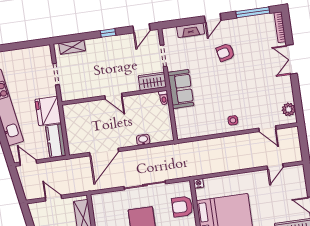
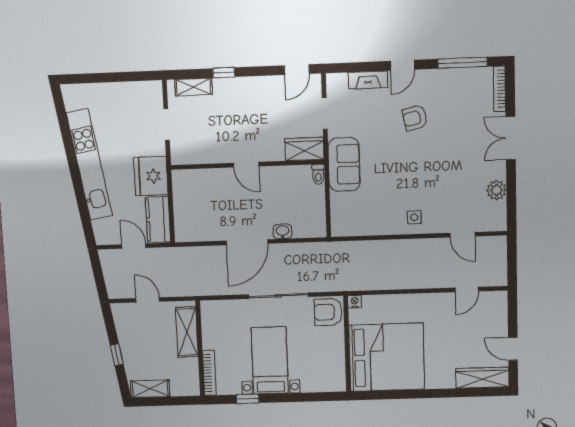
window: (108, 33) -> (224, 73), moved
plant: (289, 109) -> (497, 190), moved
door: (104, 152) -> (247, 242), moved
door: (28, 163) -> (134, 246), moved
armchair: (182, 207) -> (328, 312), moved

